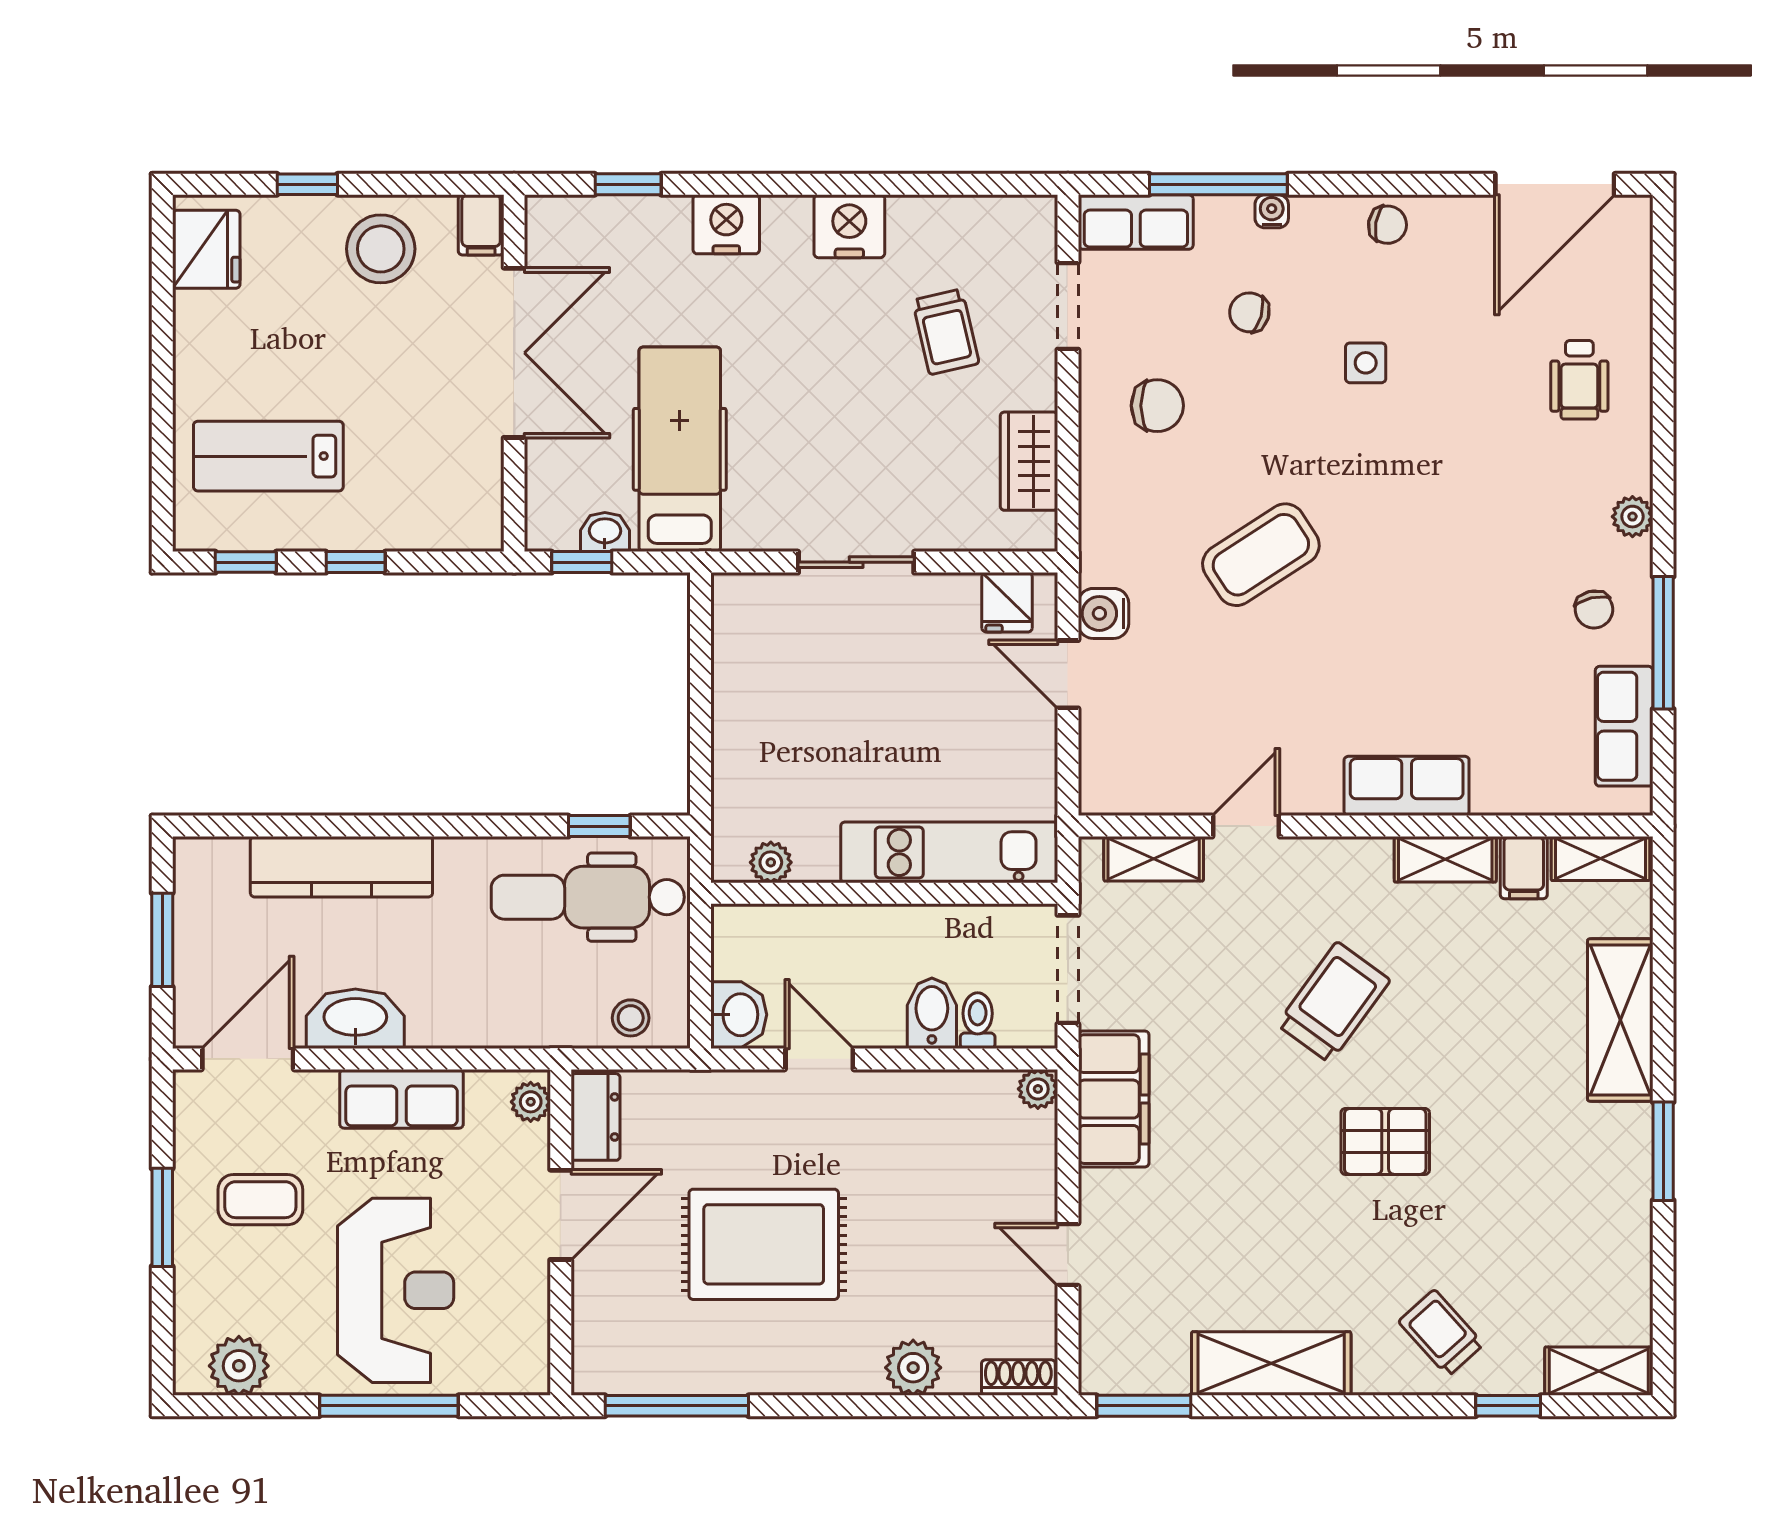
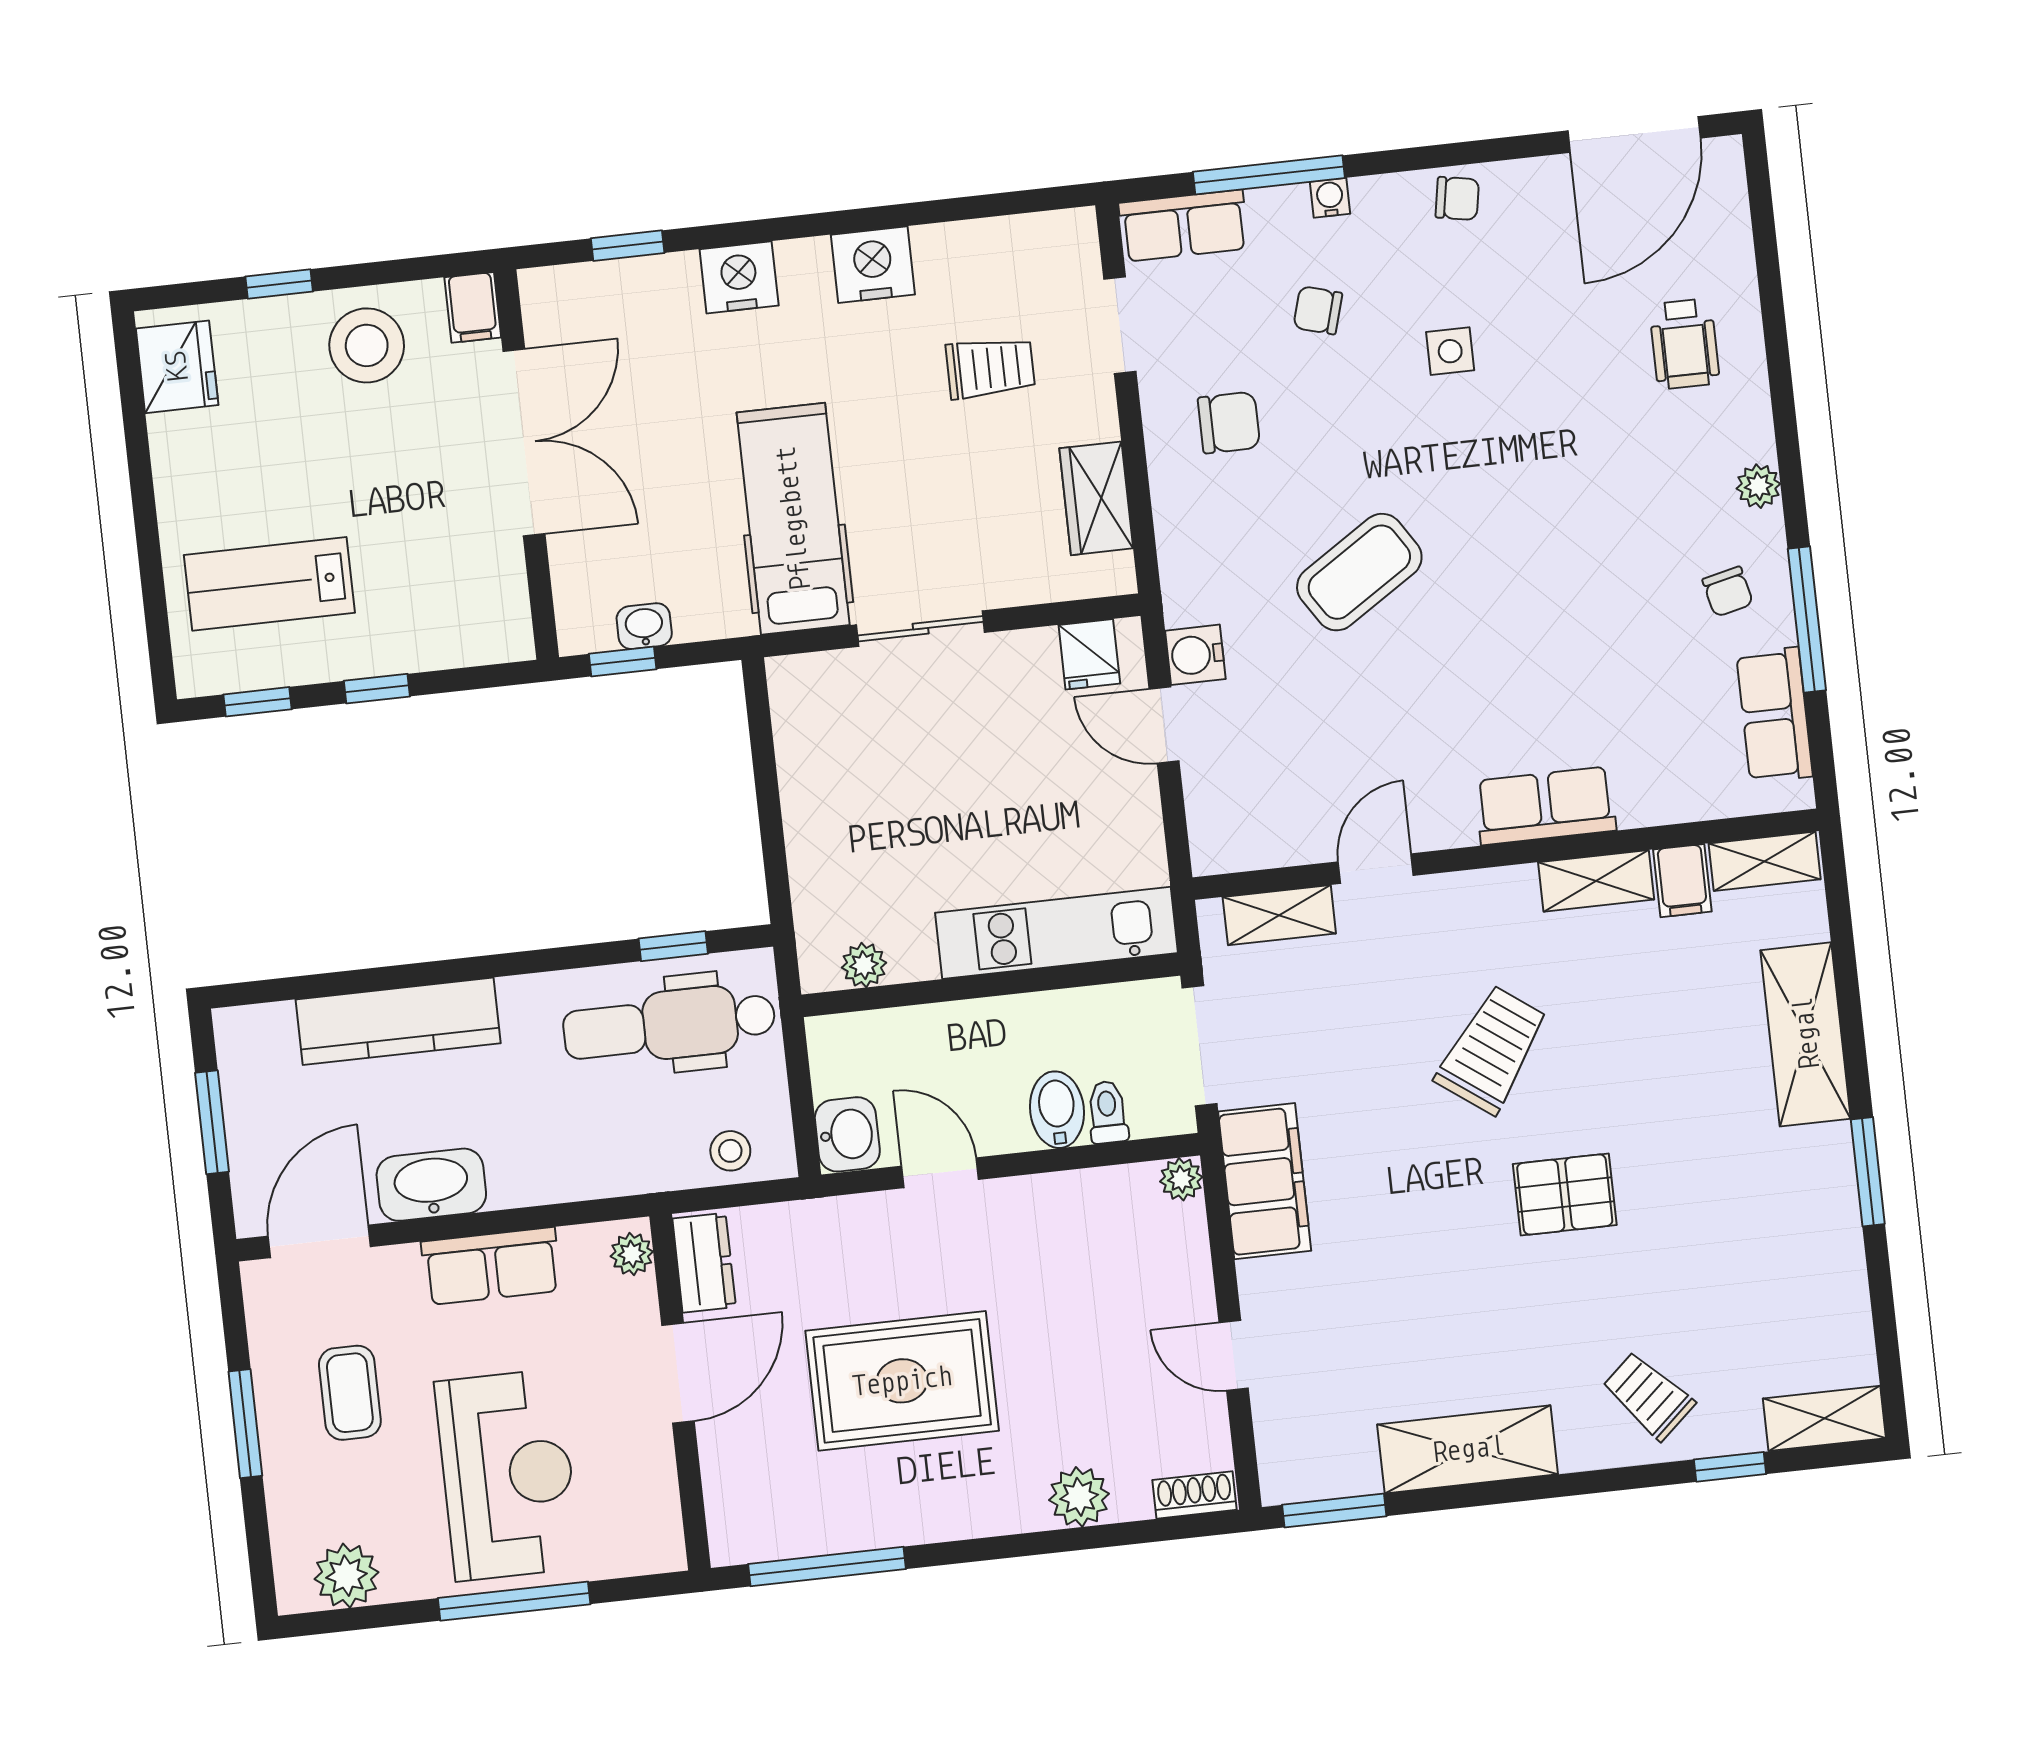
trolley: (946, 332) -> (990, 368), turned -77
hospital bed: (680, 449) -> (793, 519), moved
coffee table: (260, 1200) -> (350, 1393), turned 90

